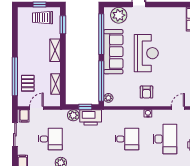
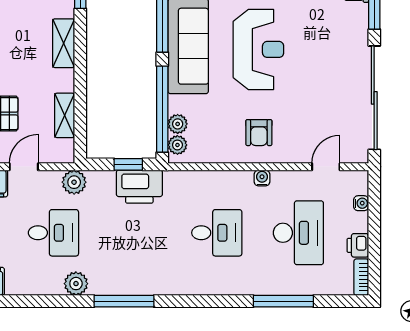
plant: (108, 88) -> (178, 124), added
plant: (73, 115) -> (74, 182), moved

